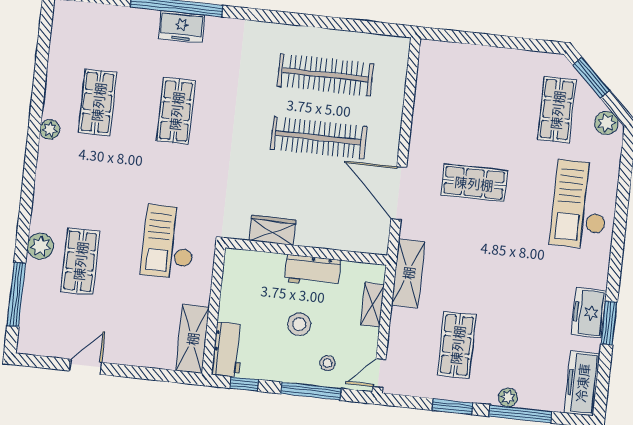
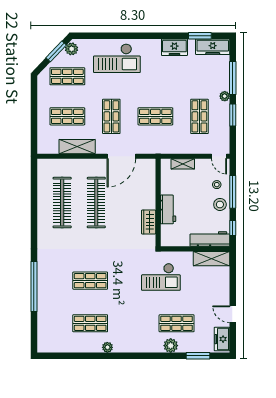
freezer: (182, 27) -> (222, 339), moved, turned 180
window: (591, 78) -> (56, 51), moved
shop shelf: (483, 102) -> (67, 116), added
shop shelf: (465, 264) -> (155, 116), added
workbench: (313, 271) -> (168, 209), moved
shelving: (408, 273) -> (77, 147), moved
window: (16, 295) -> (198, 356), width x0.69
window: (609, 323) -> (200, 36), moved
stool: (299, 324) -> (220, 204), moved
shop shelf: (457, 345) -> (199, 116), turned 90
workbench: (228, 350) -> (210, 239), width x1.38
plant: (508, 397) -> (225, 96), moved

